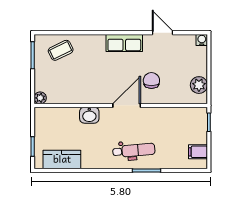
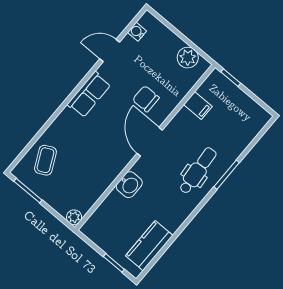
water cooler: (202, 40) -> (137, 32), moved
filing cabinet: (198, 152) -> (198, 106), moved, turned -90

